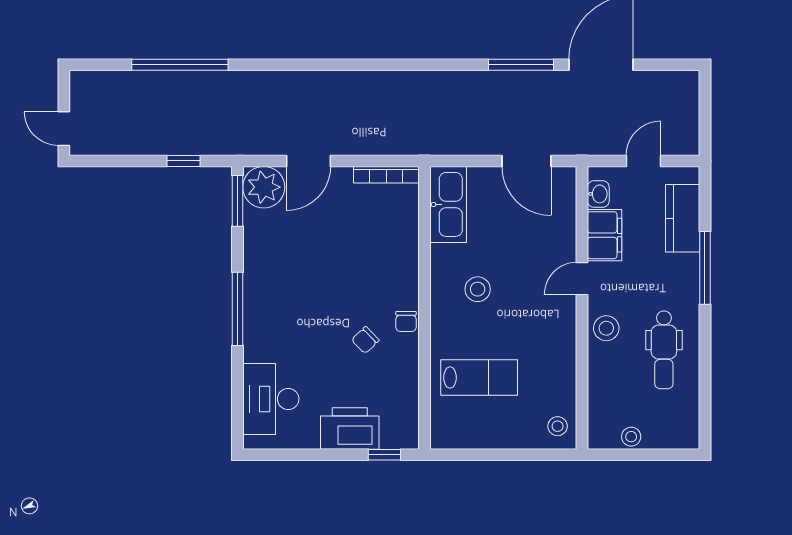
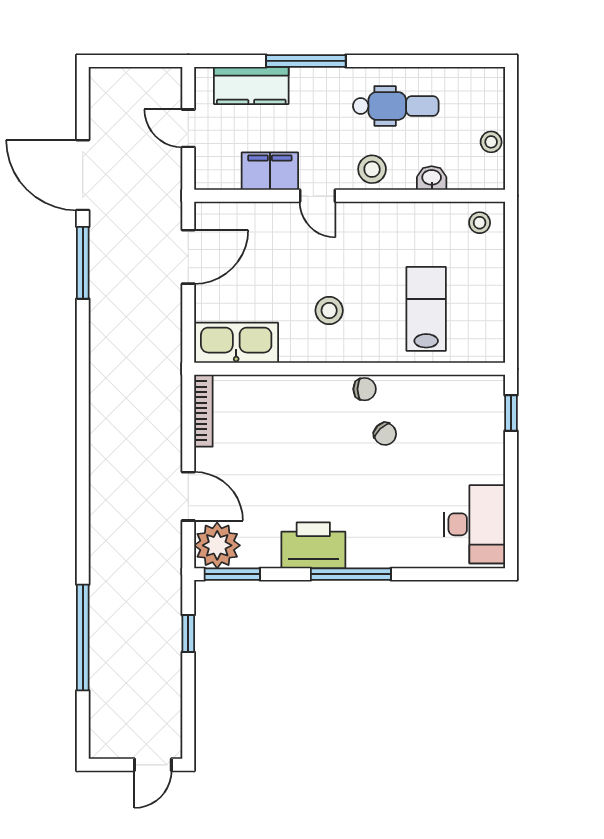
washbasin: (598, 194) -> (432, 178), moved
desk: (271, 399) -> (474, 524), moved, turned -90
printer: (350, 428) -> (313, 545), moved, turned 90

